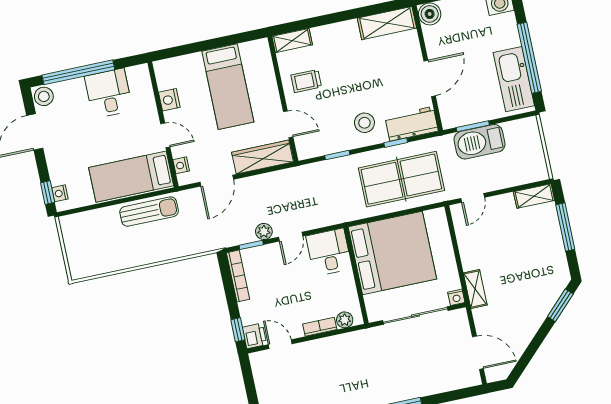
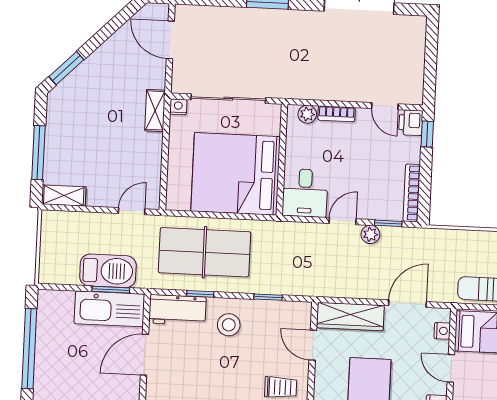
kitchen sink: (514, 79) -> (109, 309), moved, turned 90

